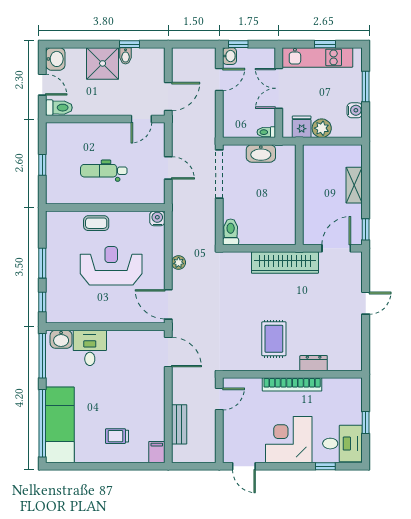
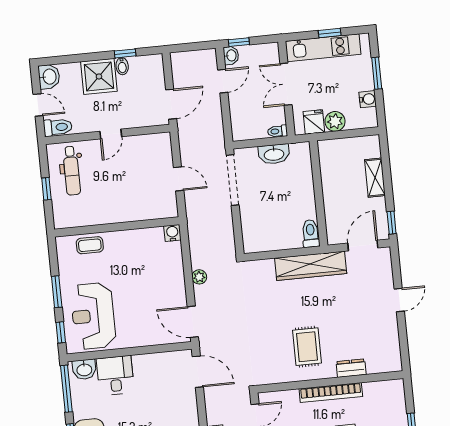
door: (141, 119) -> (111, 134), moved
dental chair: (104, 171) -> (72, 171), moved, turned -90
coffee table: (96, 223) -> (90, 245), moved
toilet: (231, 232) -> (311, 233), moved
reception desk: (111, 266) -> (93, 316), moved, turned -90

